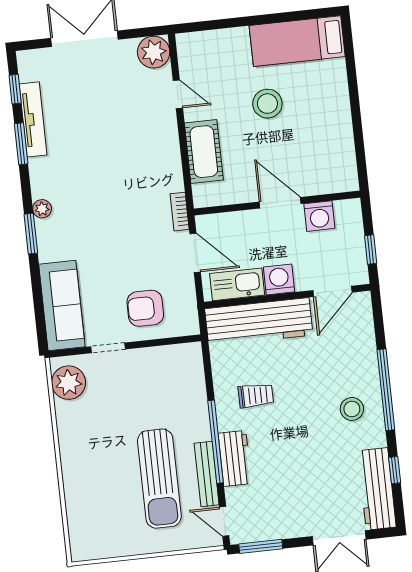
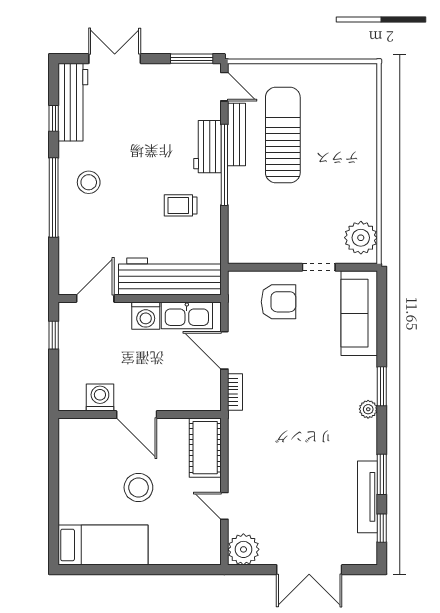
wall: (277, 203) -> (140, 415), moved
door: (280, 203) -> (137, 415), moved
washing machine: (319, 216) -> (100, 397), moved

